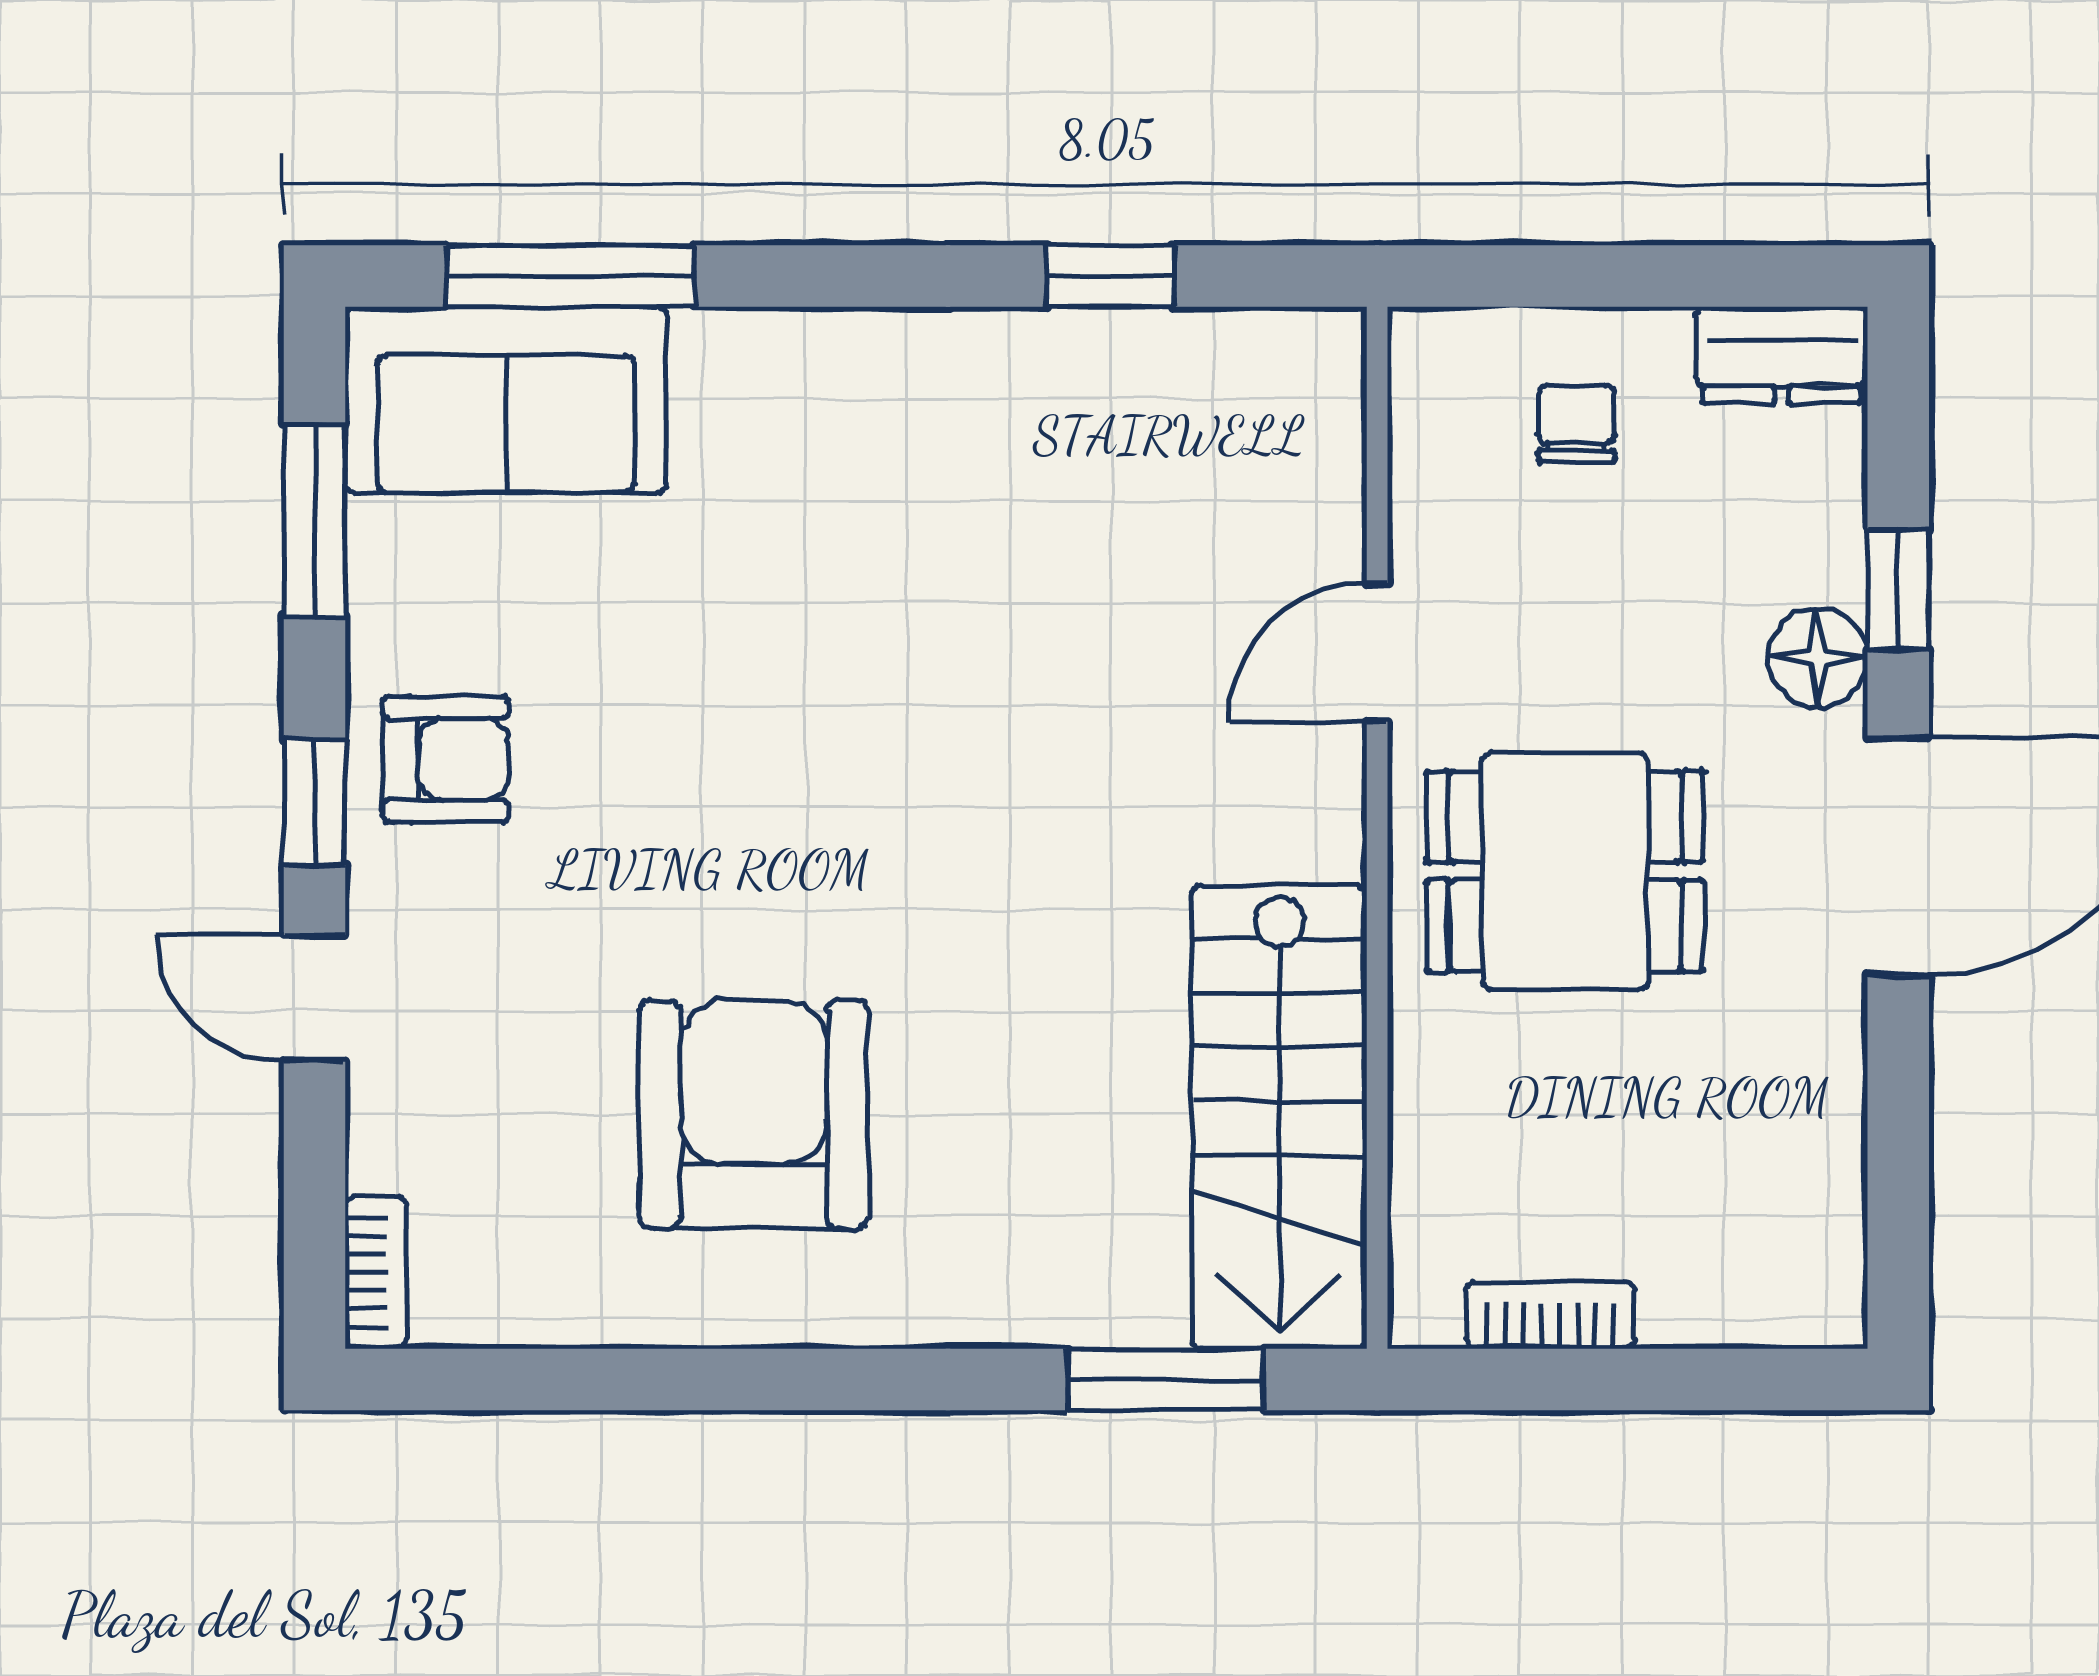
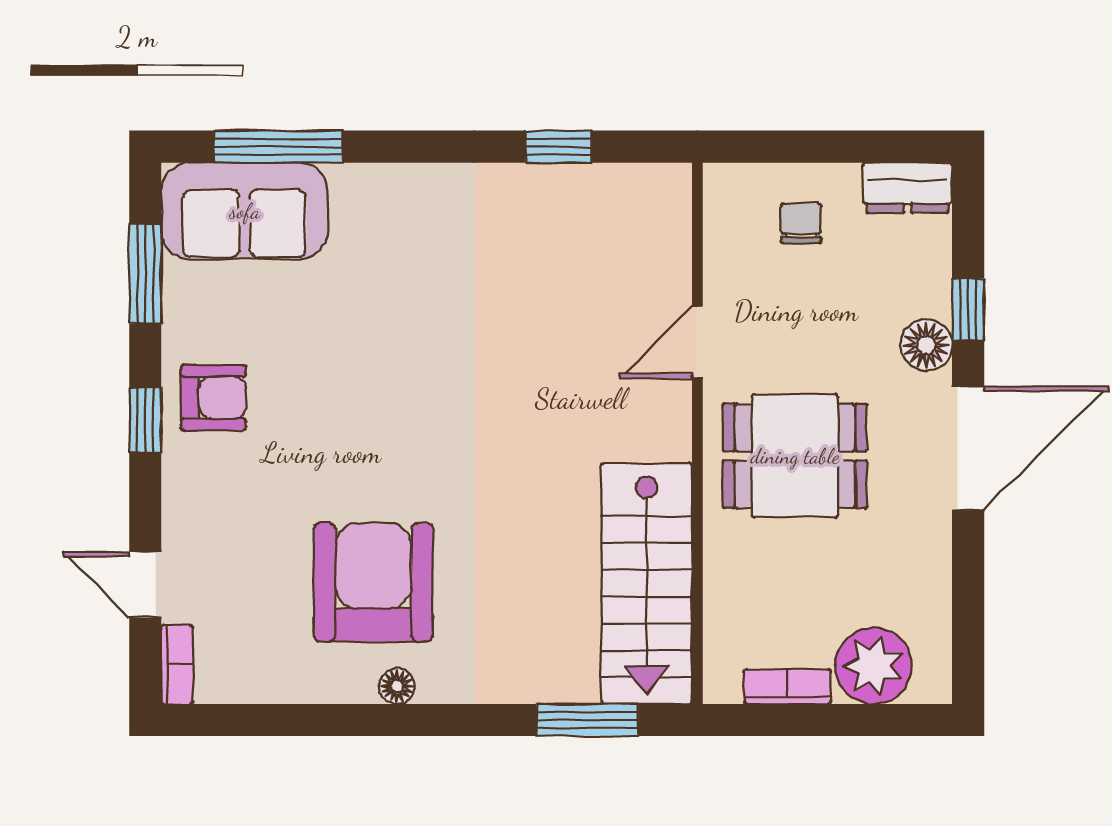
door: (314, 998) -> (145, 585), moved
plant: (1716, 1275) -> (874, 666), added
floor lamp: (799, 1314) -> (397, 686), added

